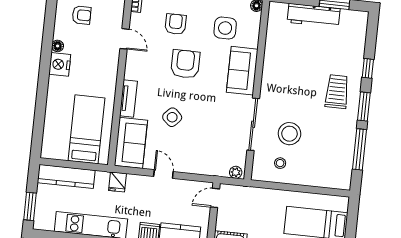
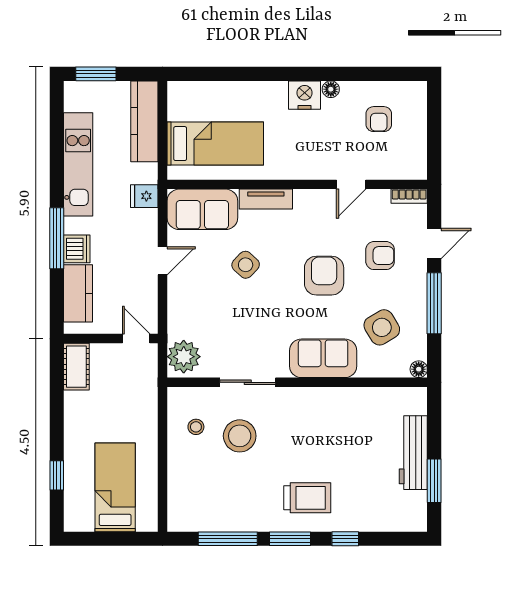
side table: (225, 28) -> (382, 327), turned -31
armchair: (185, 64) -> (324, 276), turned -90
sliding door: (253, 124) -> (248, 382), width x0.73
plant: (236, 172) -> (184, 357), width x1.88, depth x1.88

